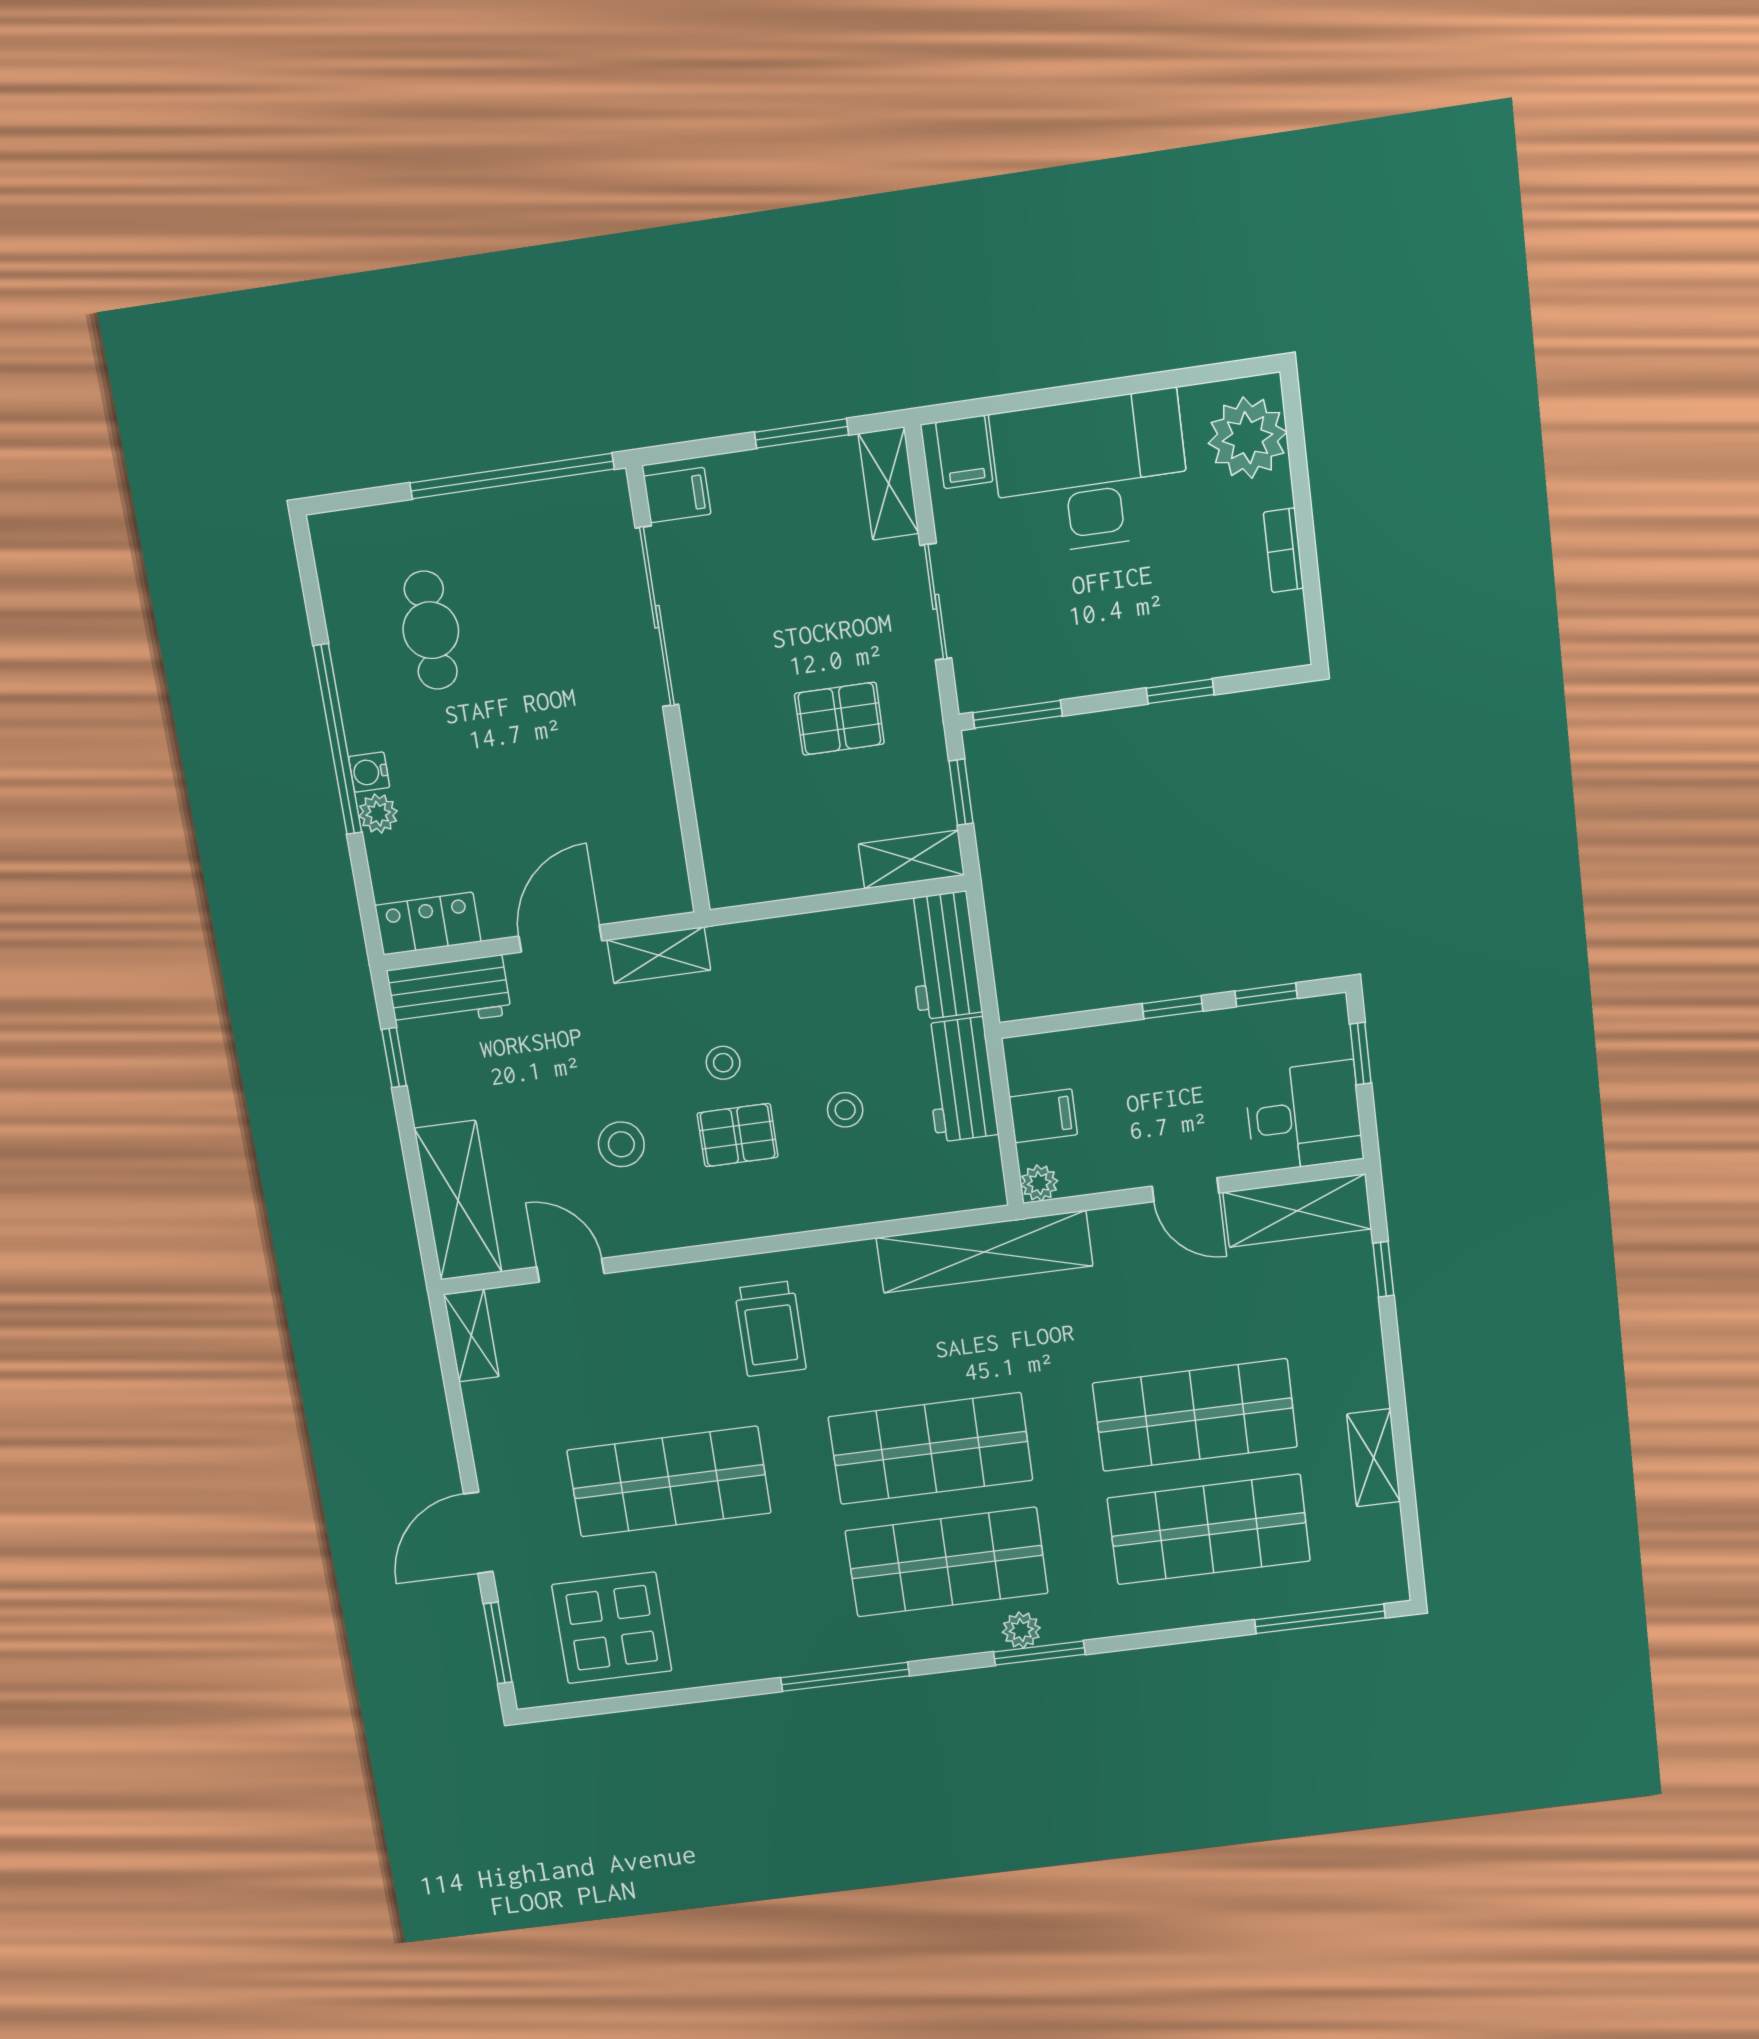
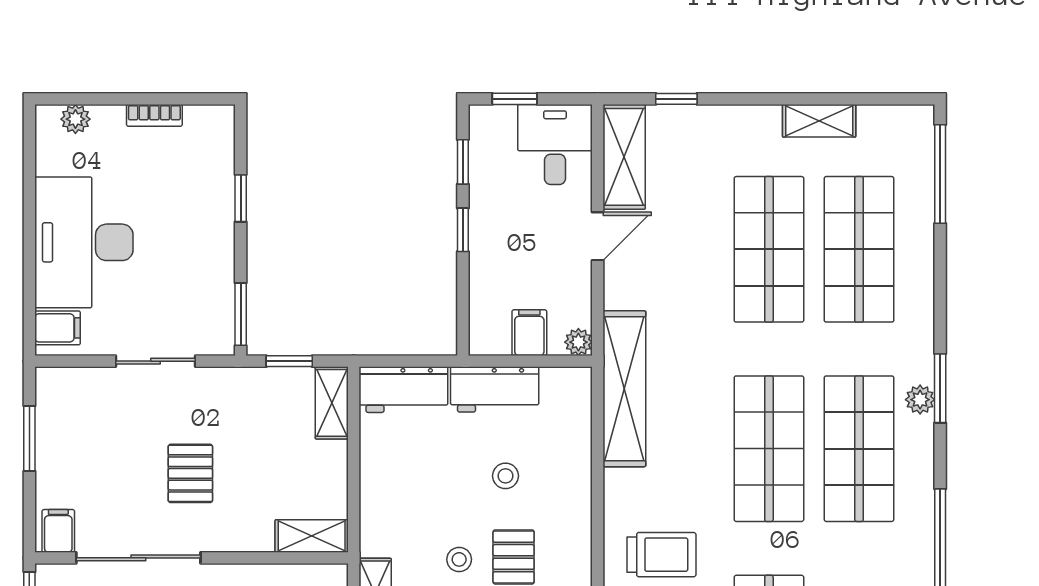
plant: (1247, 438) -> (75, 119), width x0.53, depth x0.53
shelving: (889, 484) -> (312, 536), moved
pallet: (839, 719) -> (190, 473), moved

